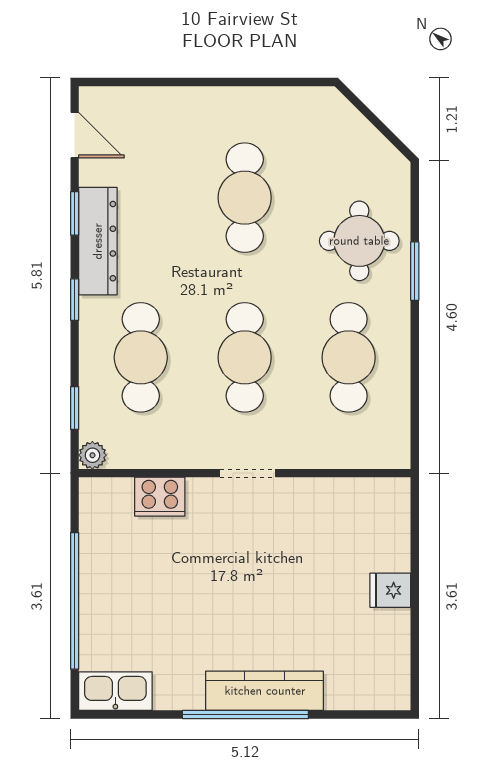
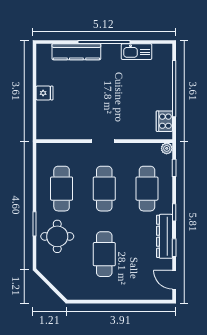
cooker: (160, 497) -> (164, 121), moved, turned -90
kitchen sink: (115, 691) -> (137, 52), moved
kitchen counter: (265, 691) -> (76, 52), moved

